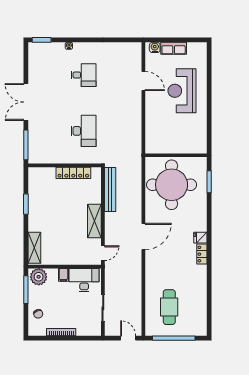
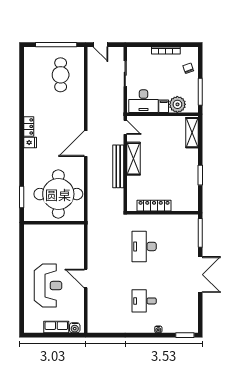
door: (143, 81) -> (86, 278), moved
bench: (110, 190) -> (118, 166), moved
door: (103, 253) -> (125, 127), swing flipped
plant: (39, 277) -> (177, 104), moved

